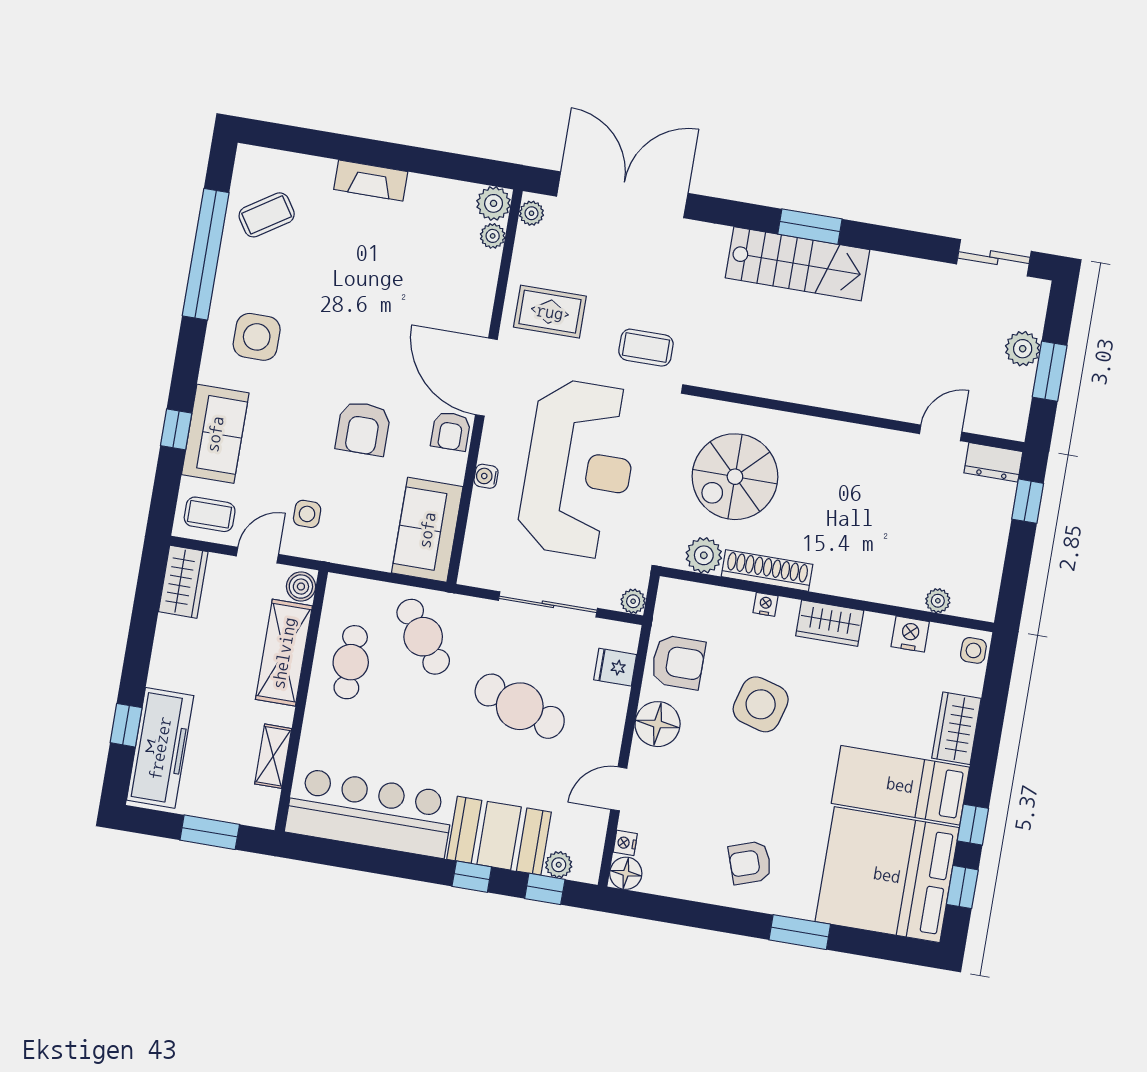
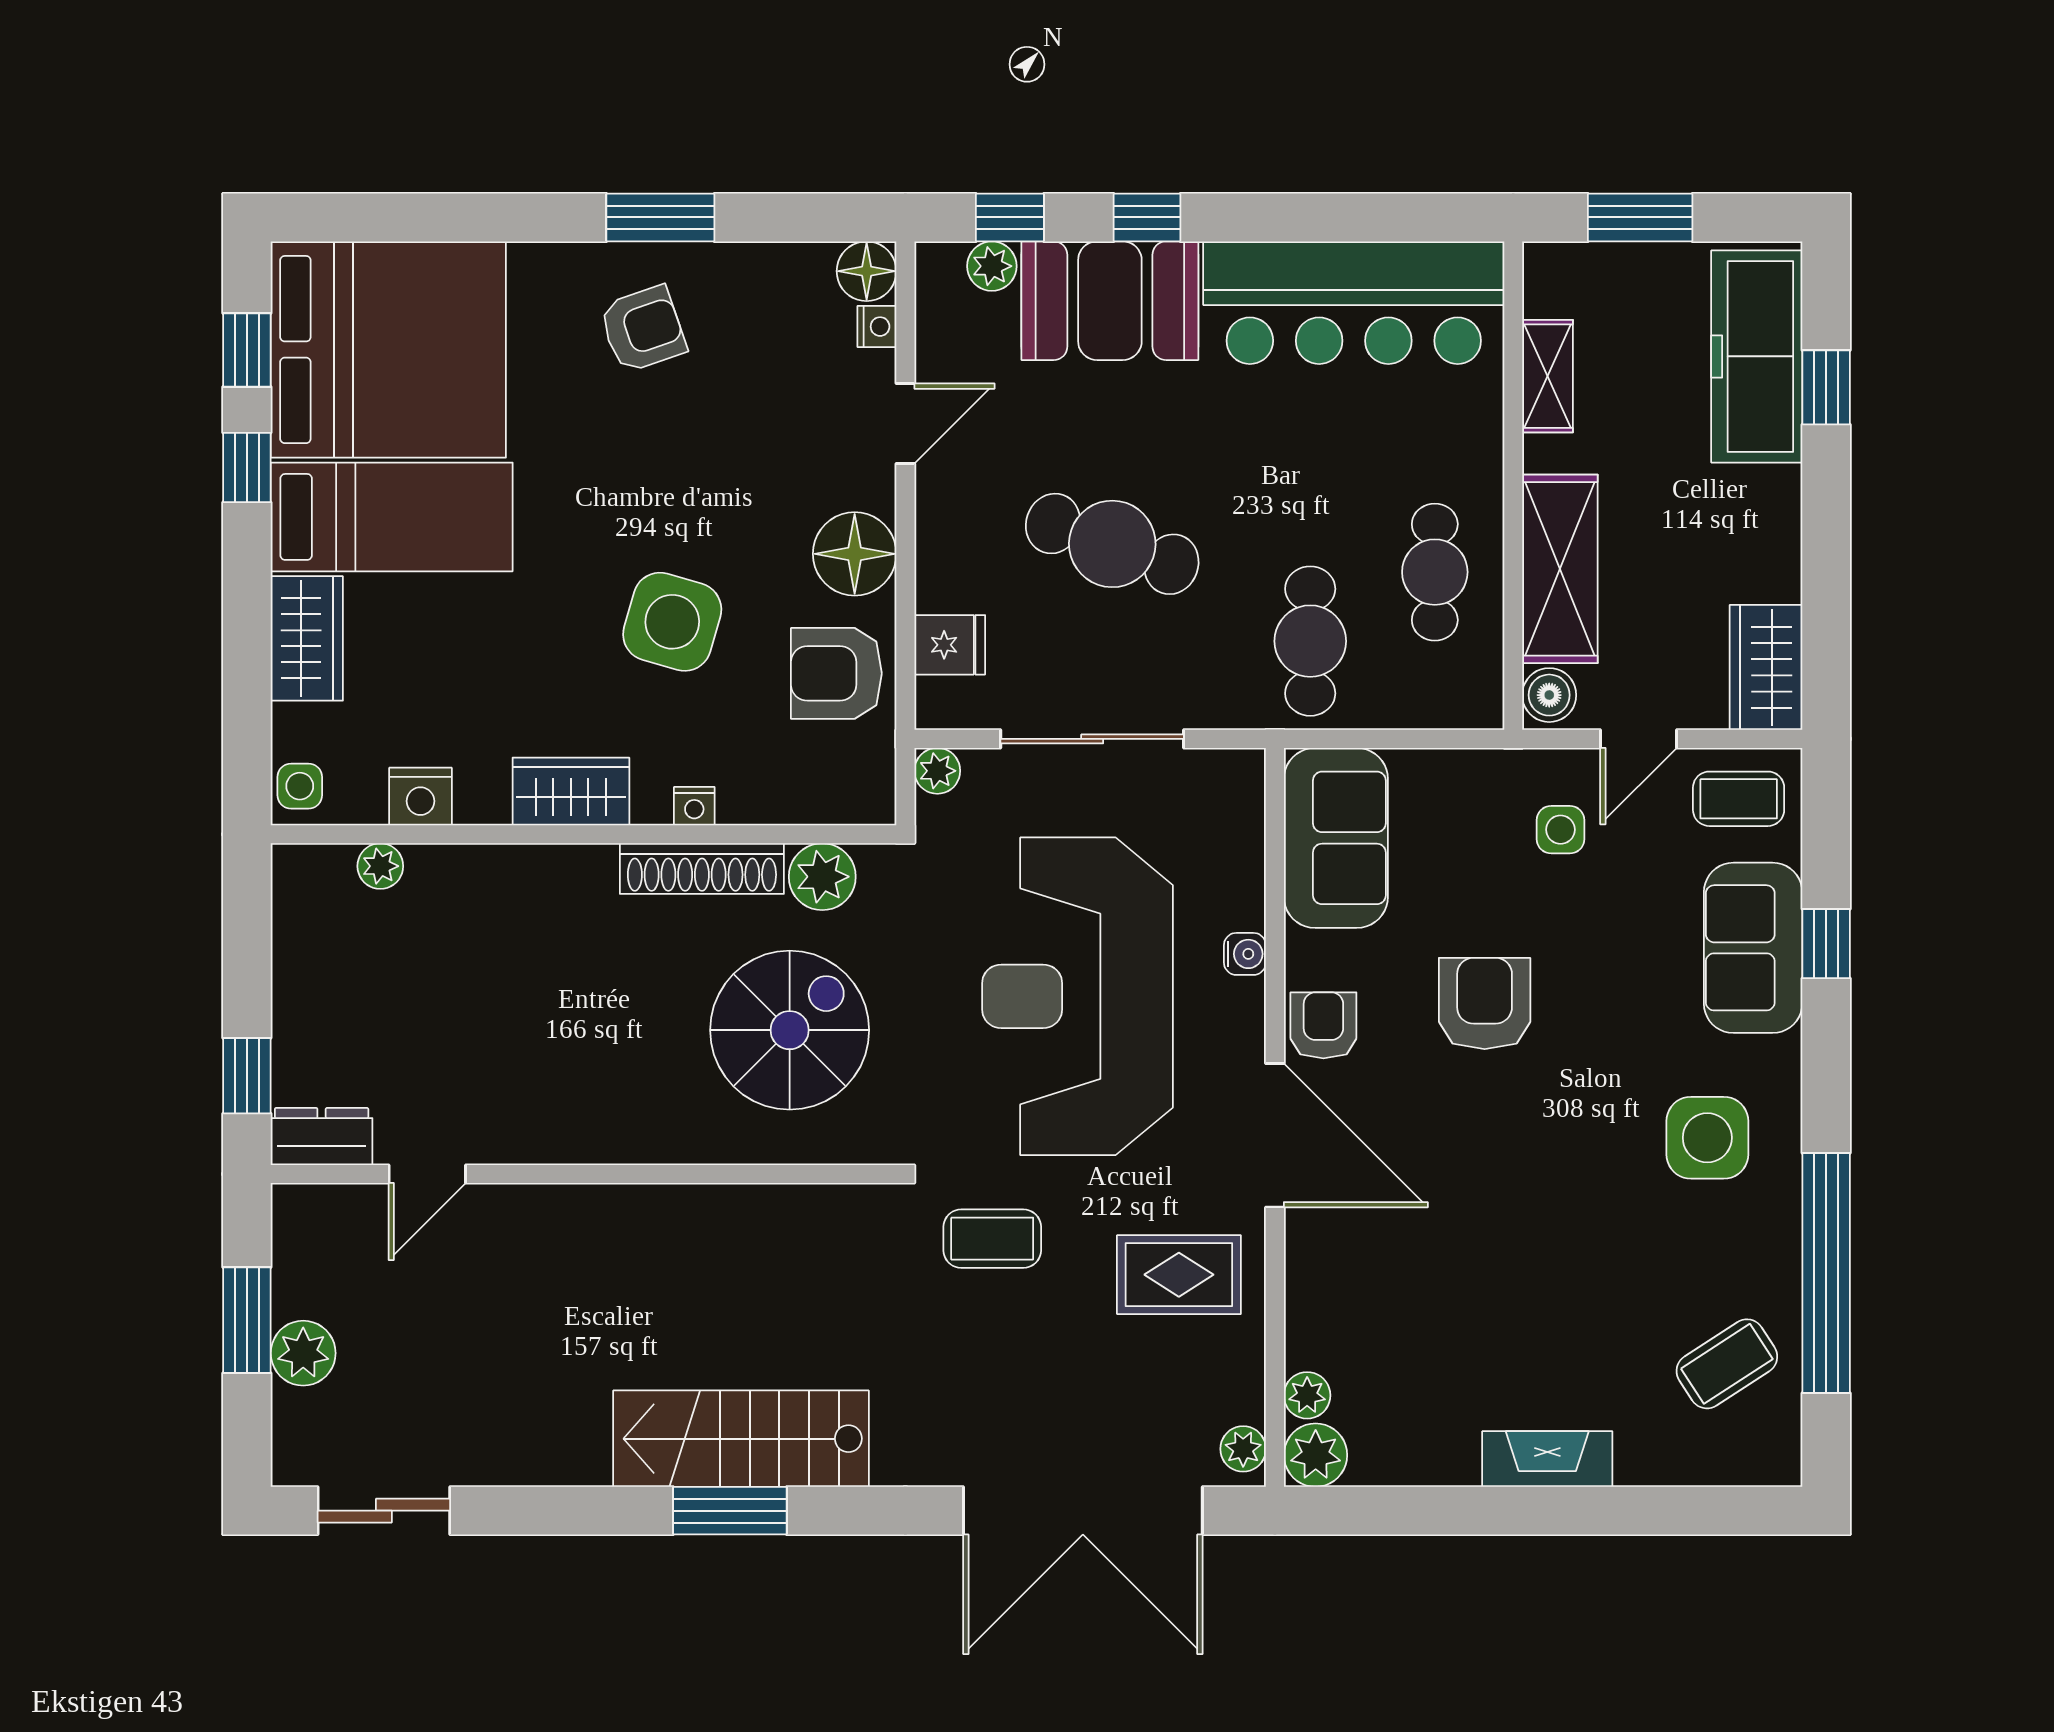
cafe table: (423, 637) -> (1310, 641), turned 37
window: (800, 932) -> (660, 217), moved

